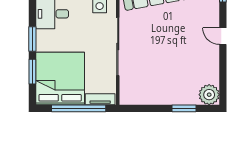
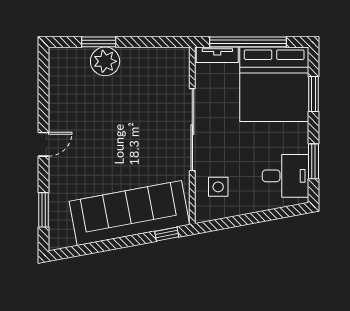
door: (223, 36) -> (44, 144), hinge flipped
window: (32, 39) -> (314, 161), moved
plant: (209, 95) -> (105, 61), moved

